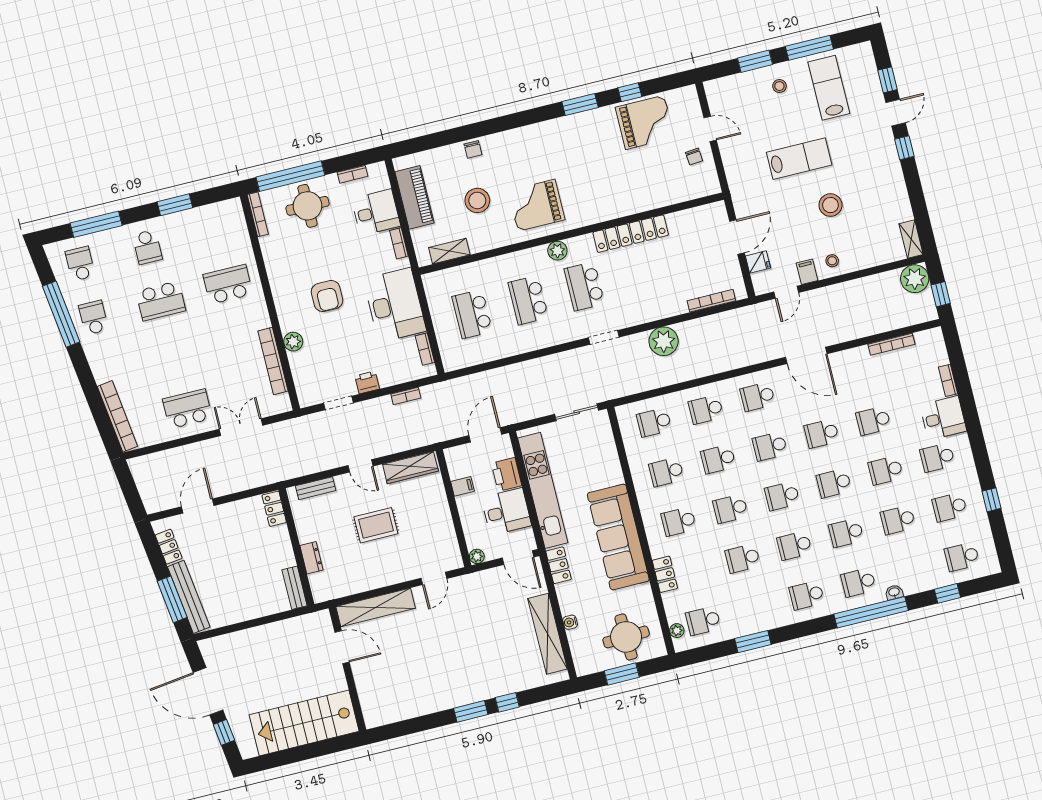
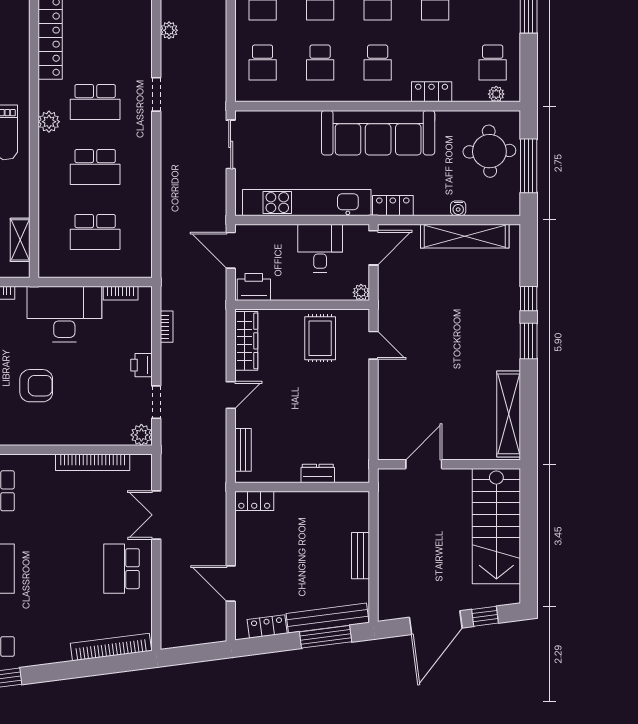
plant: (664, 341) -> (169, 30), width x0.53, depth x0.53
plant: (293, 342) -> (141, 435), moved
printer: (507, 474) -> (254, 287), moved, turned 180
filing cabinet: (463, 486) -> (281, 289), removed
rug: (376, 525) -> (320, 338), moved
bench: (295, 588) -> (360, 556), moved, turned 90
shelving: (376, 607) -> (509, 414), moved
window: (622, 674) -> (529, 166), width x1.44

